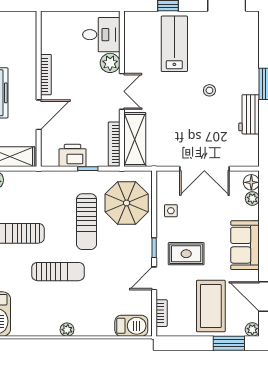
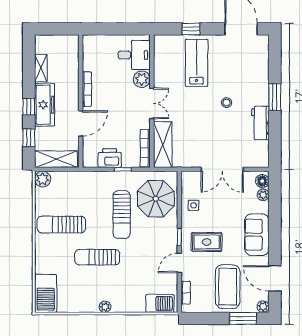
sun lounger: (58, 272) -> (97, 257), turned 180

